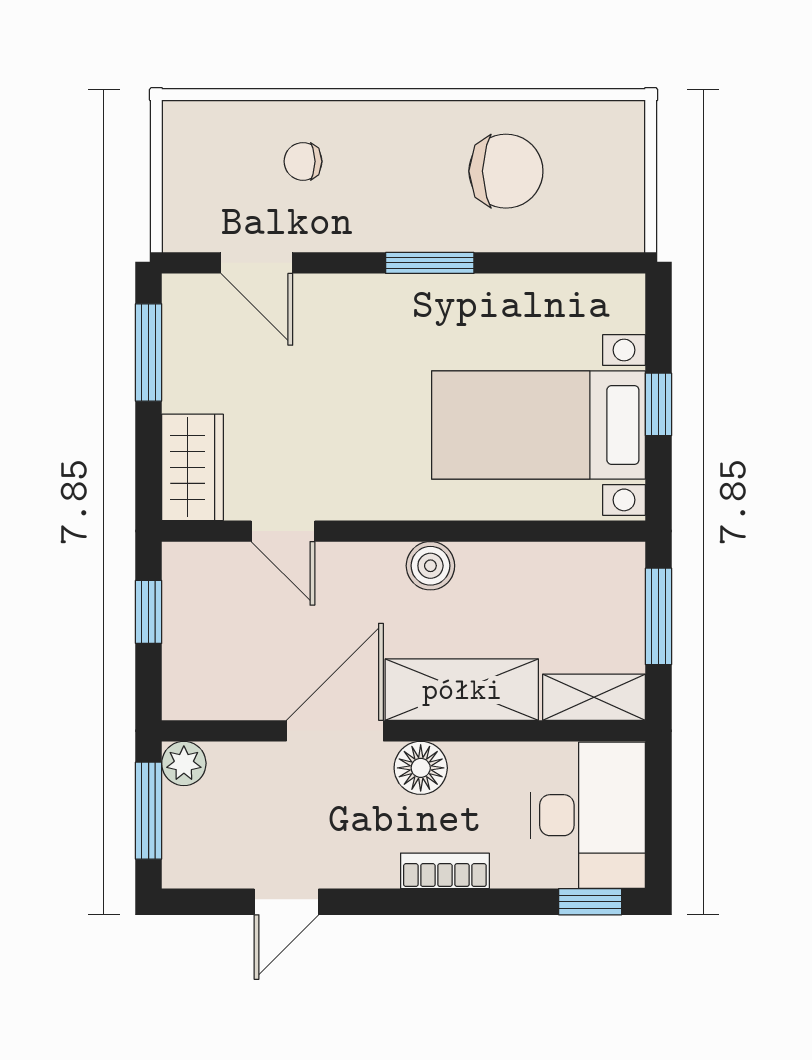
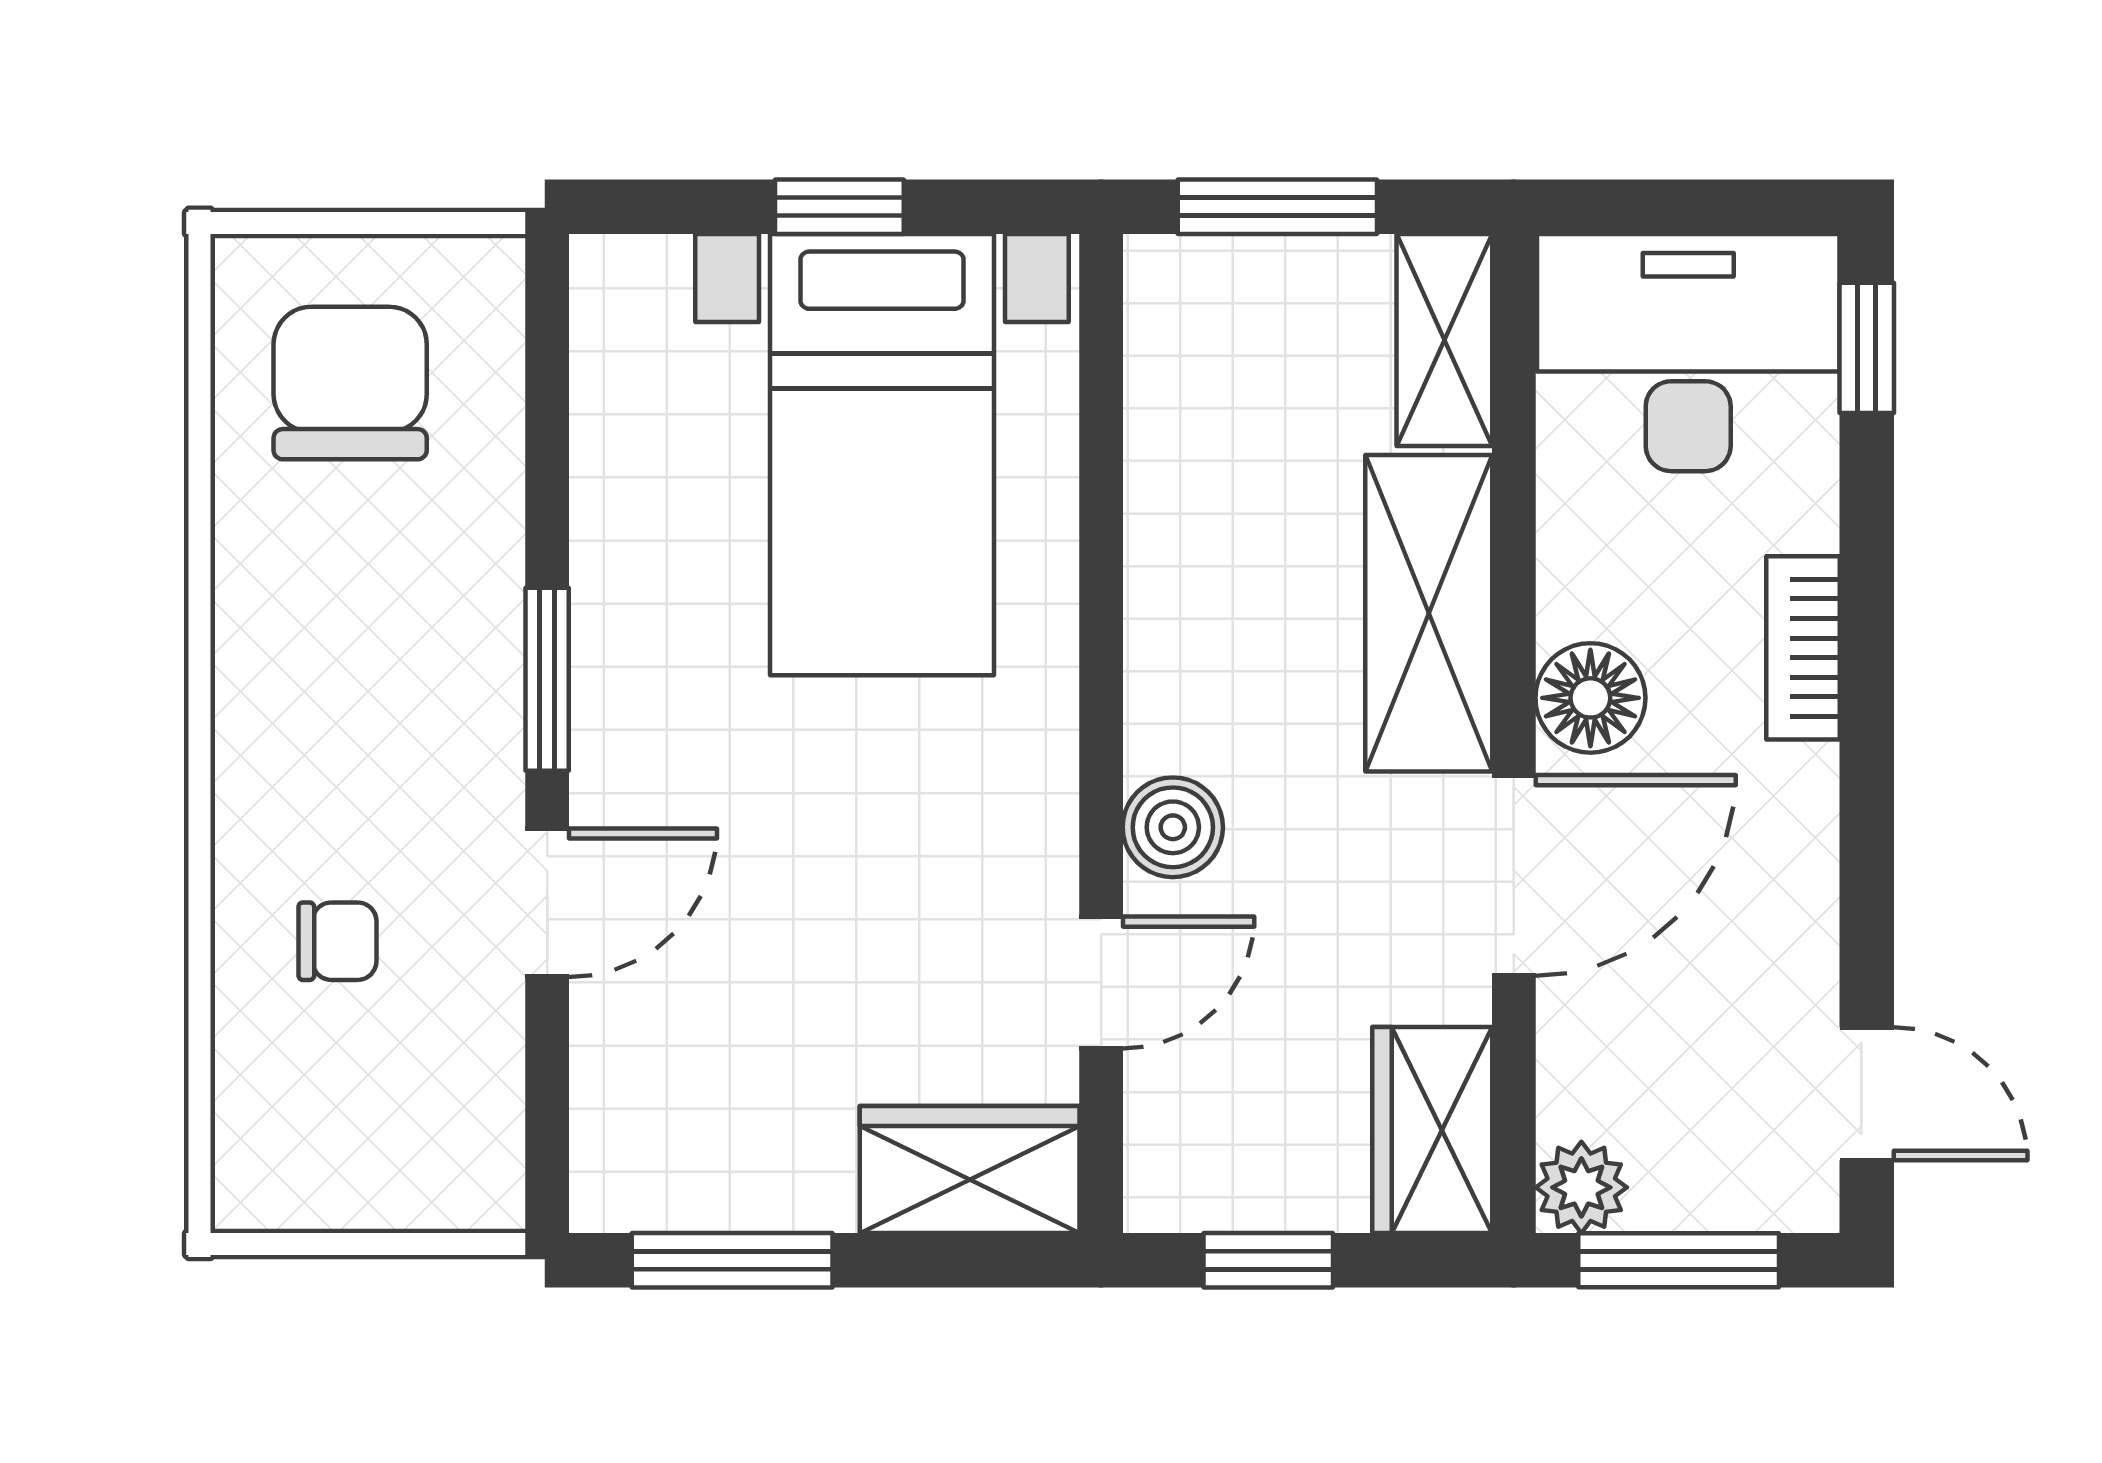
chair: (303, 161) -> (337, 941), turned -90
chair: (506, 171) -> (350, 383), moved
door: (257, 263) -> (547, 903), moved
boiler: (430, 566) -> (1173, 827), moved
wardrobe: (212, 691) -> (1432, 1130), added
door: (335, 731) -> (1514, 875), swing flipped
door: (286, 902) -> (1867, 1094), moved

